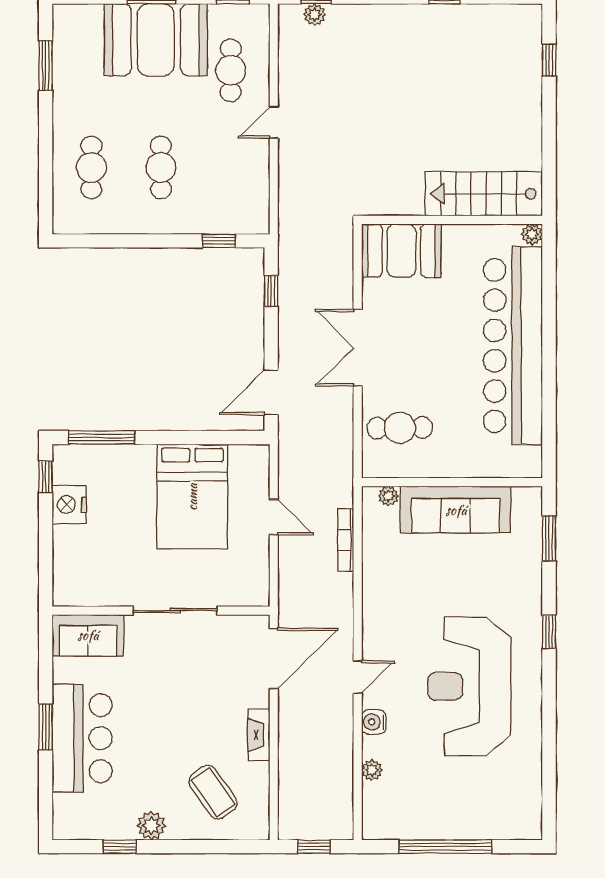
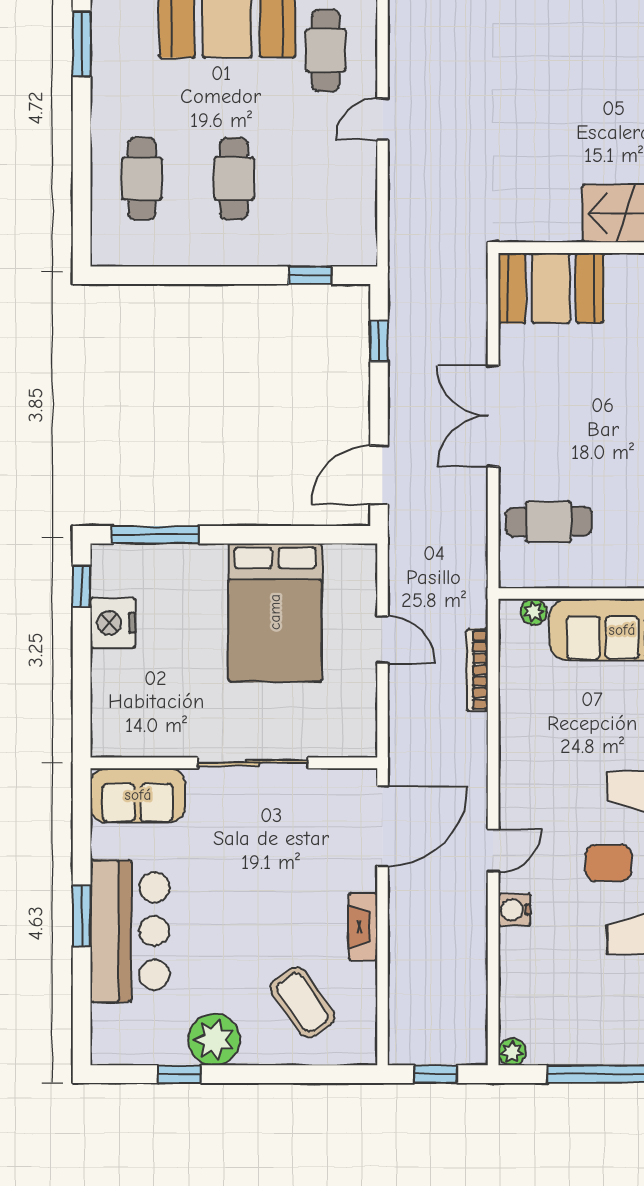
plant: (372, 770) -> (512, 1052), moved
plant: (151, 826) -> (214, 1040), width x1.36, depth x1.36

